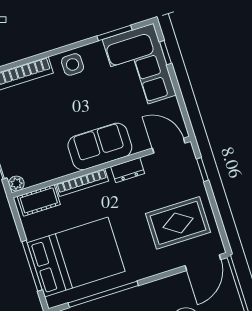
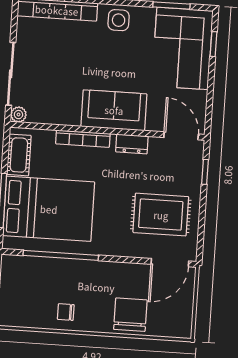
cot: (39, 200) -> (19, 155), moved, turned 90

